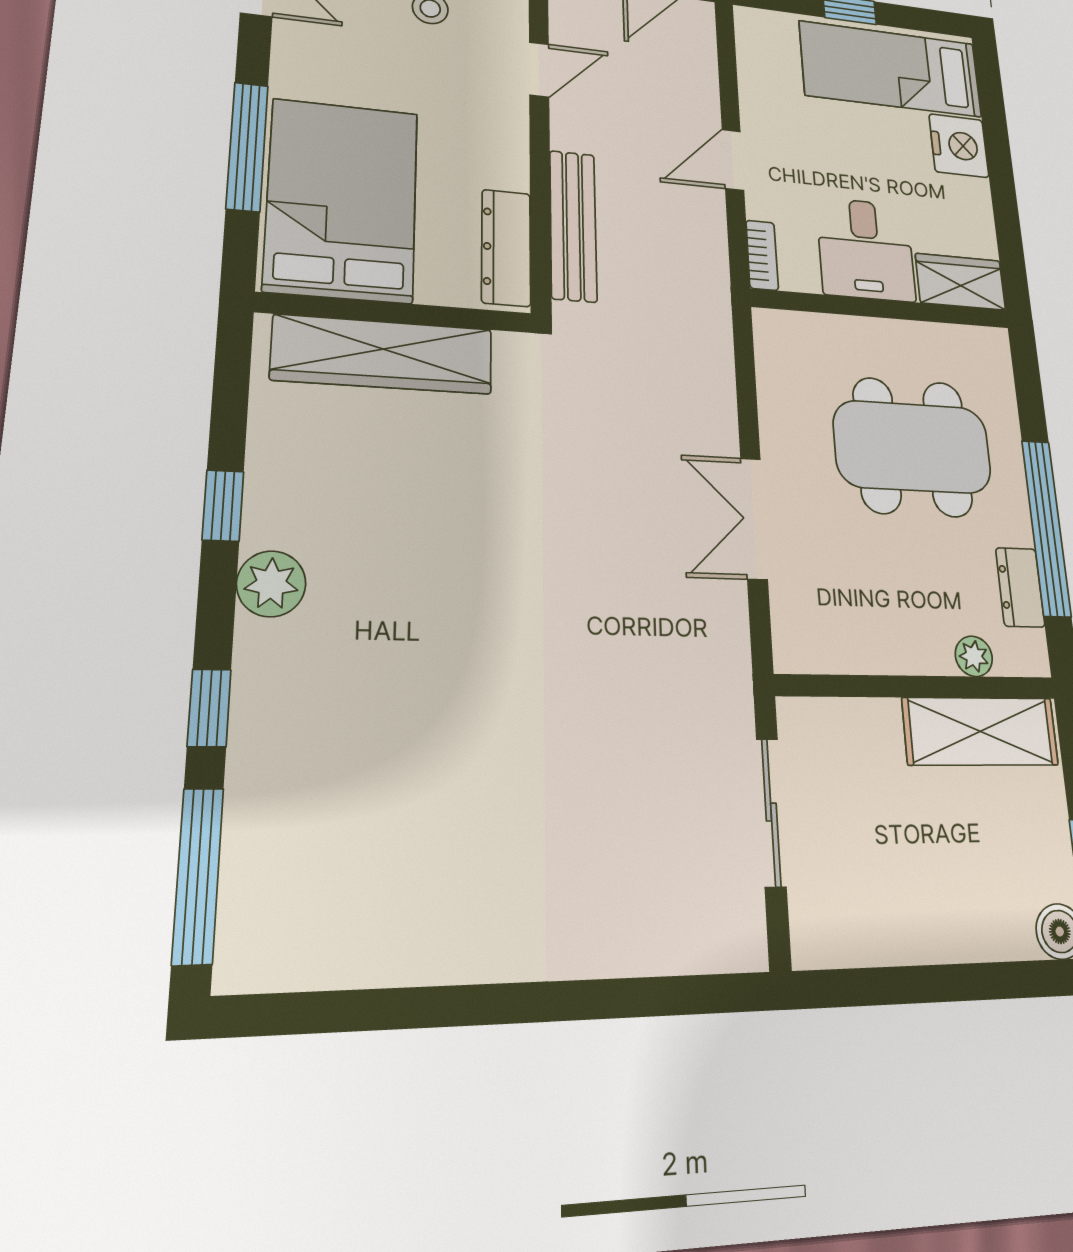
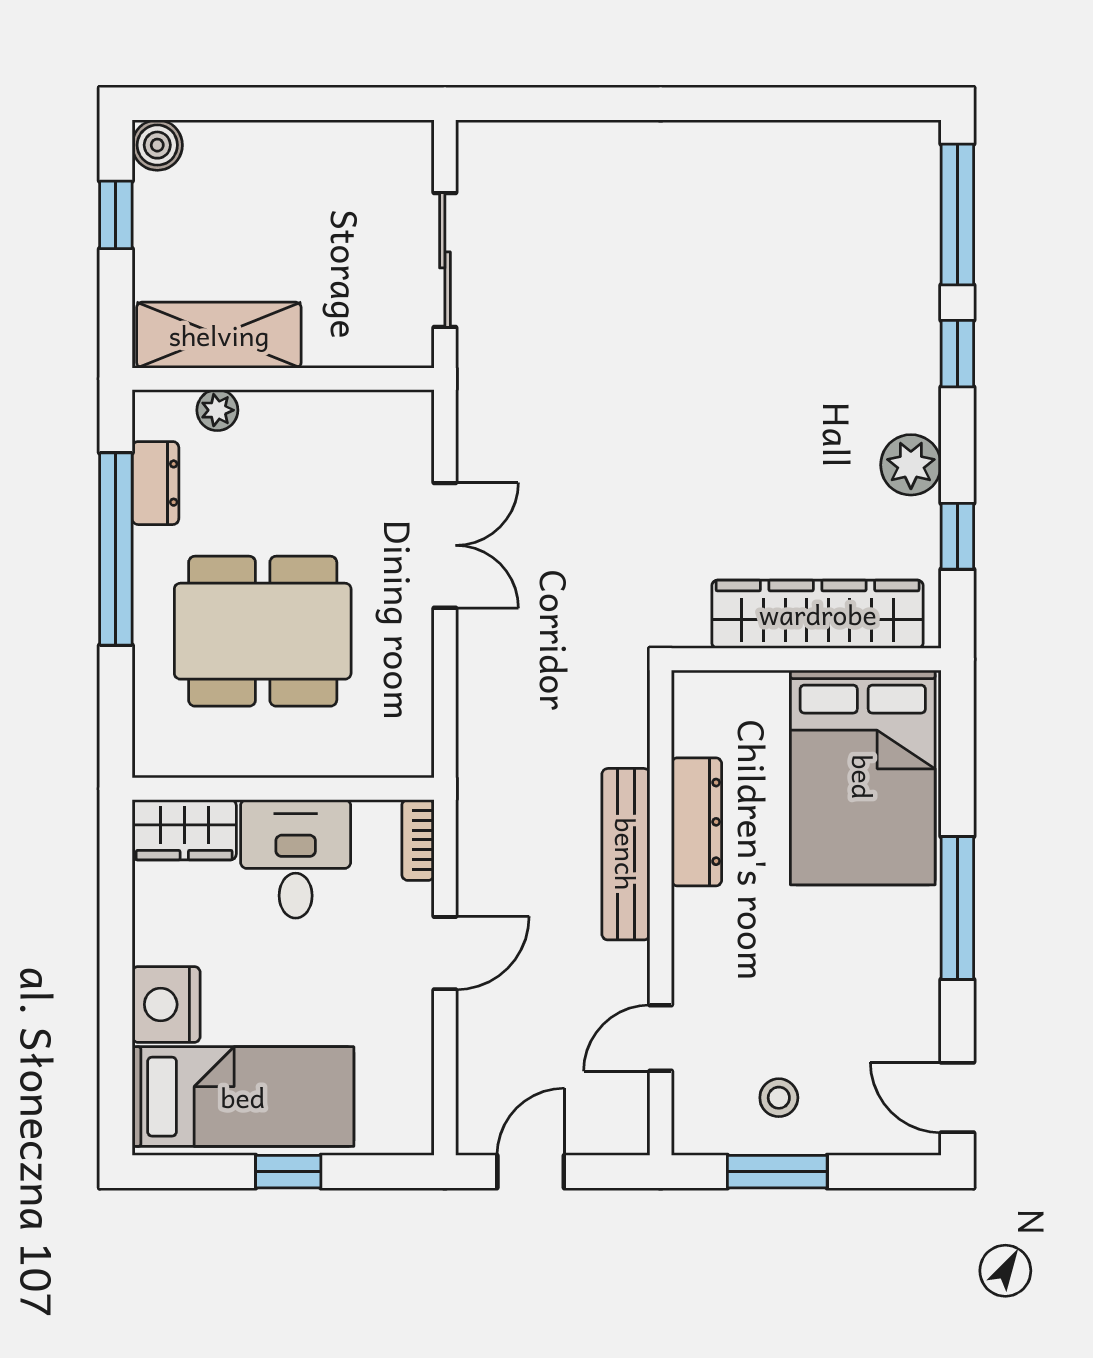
bed: (342, 200) -> (863, 777), moved
wall: (396, 313) -> (806, 659), moved
wardrobe: (383, 354) -> (818, 614), moved

